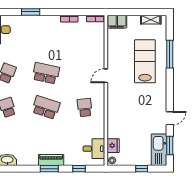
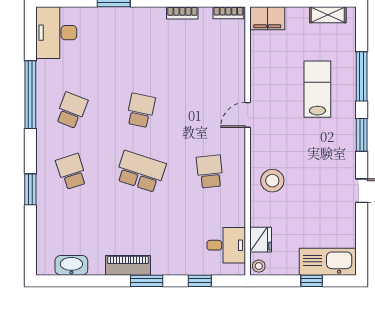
lab bench: (145, 61) -> (317, 89), width x0.73, depth x0.72
school desk: (46, 73) -> (141, 110), width x0.54
stool: (120, 113) -> (272, 181), added
window: (170, 146) -> (362, 135), moved
kitchen sink: (159, 150) -> (328, 262), moved, turned 90
piano: (51, 160) -> (128, 265), moved

